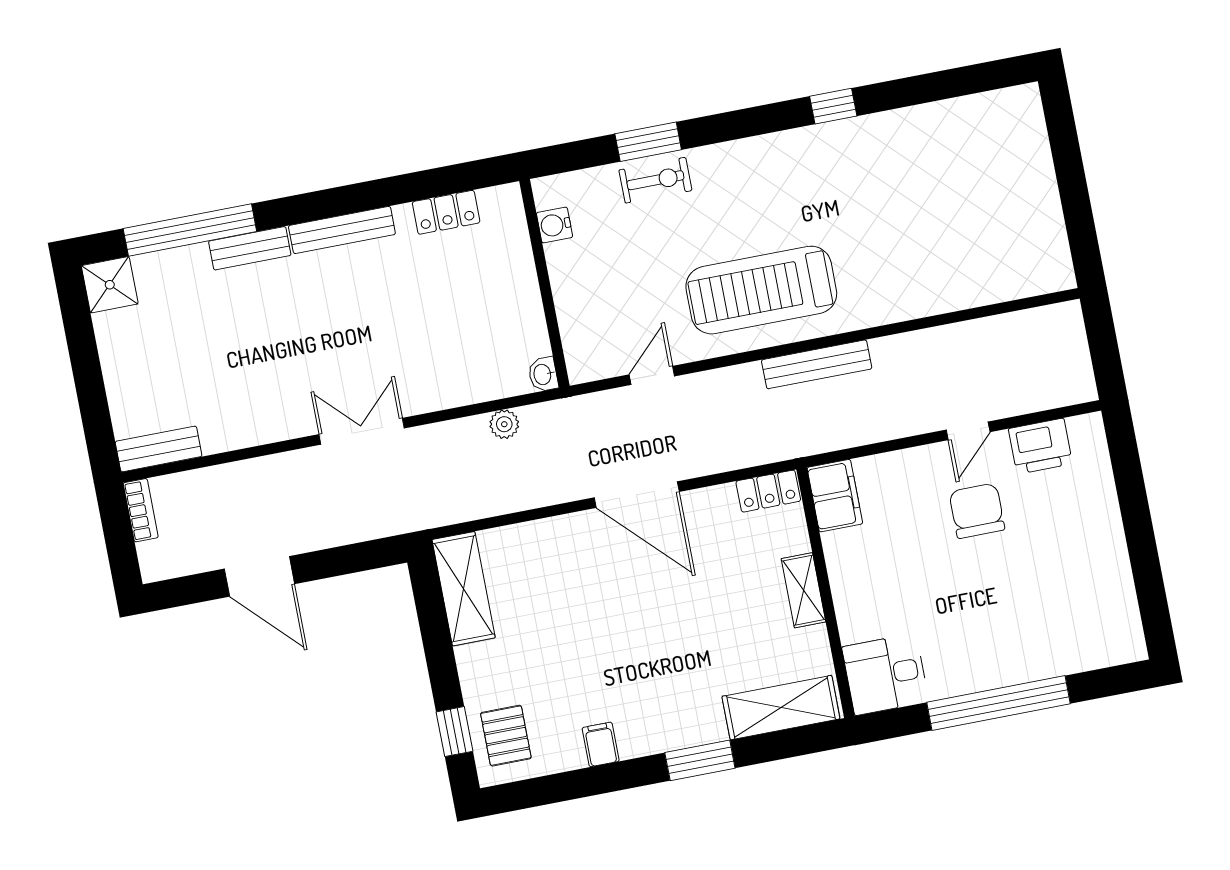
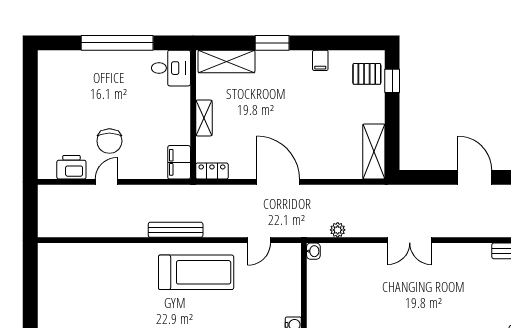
pallet: (506, 736) -> (367, 74), turned 90

